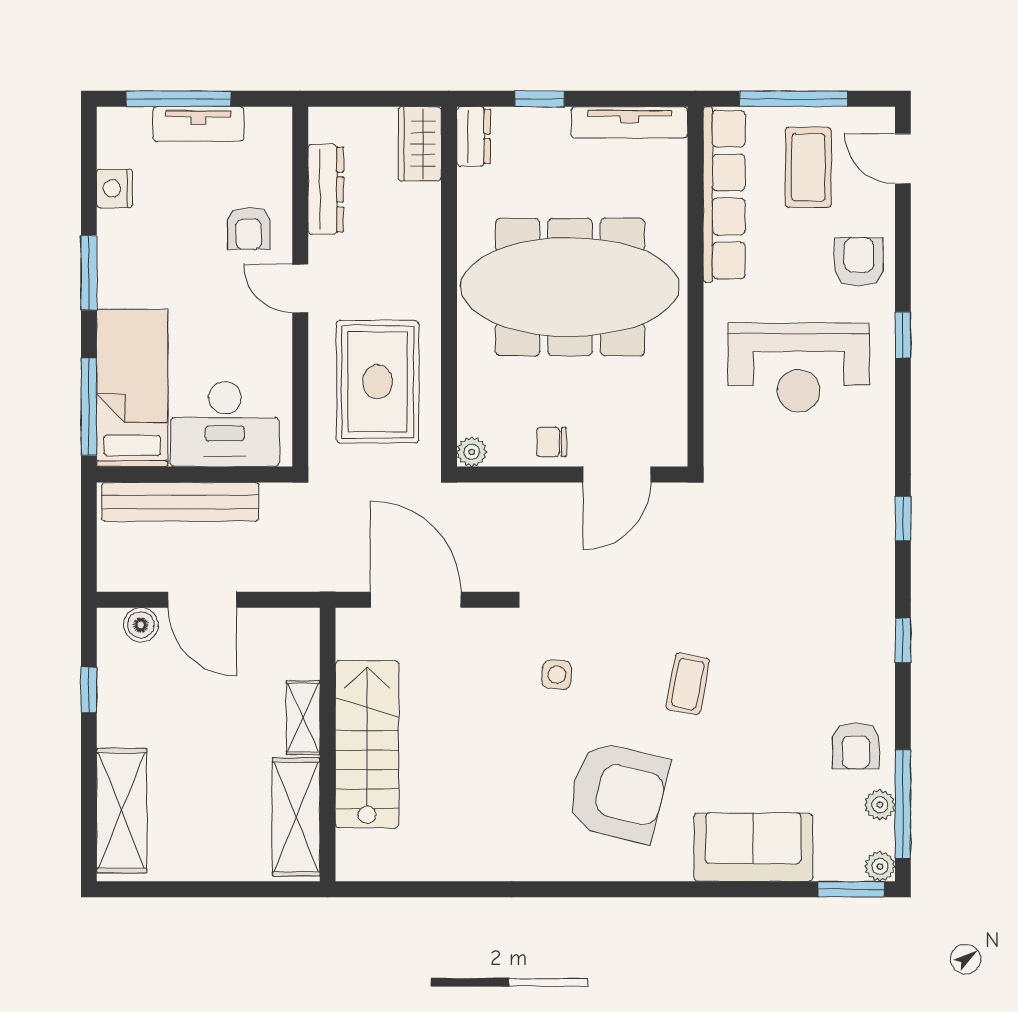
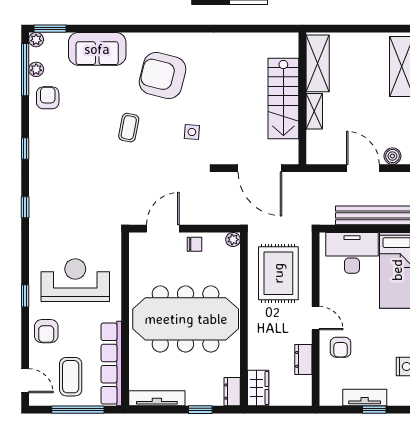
window: (178, 99) -> (374, 410), width x0.46
dresser: (326, 189) -> (303, 359), width x0.70
armchair: (249, 228) -> (340, 347), turned 180

